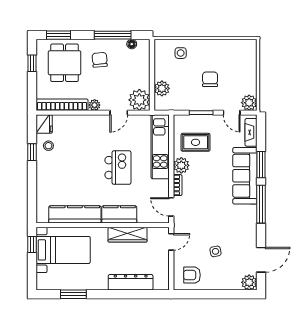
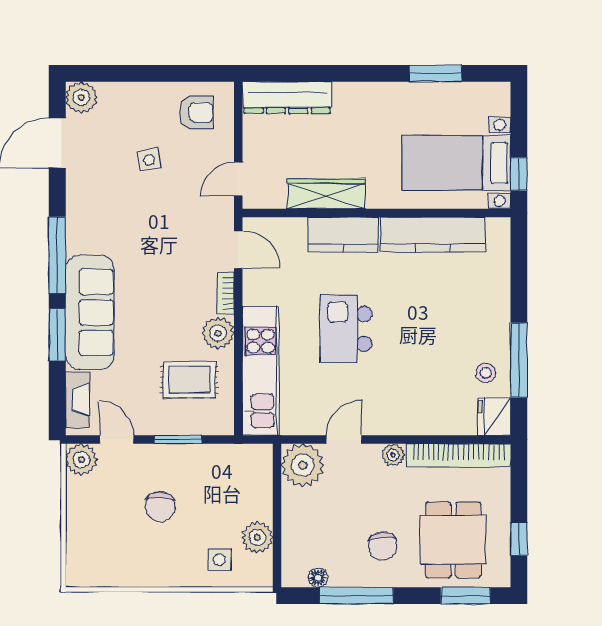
plant: (162, 88) -> (257, 537), moved
window: (32, 152) -> (519, 360), width x2.17
dresser: (131, 282) -> (287, 98), moved

